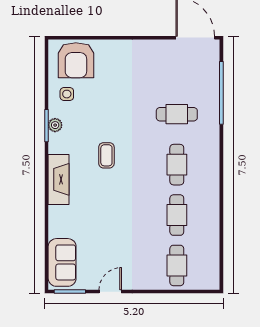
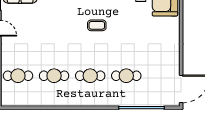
cafe table: (177, 114) -> (126, 76), turned 90

